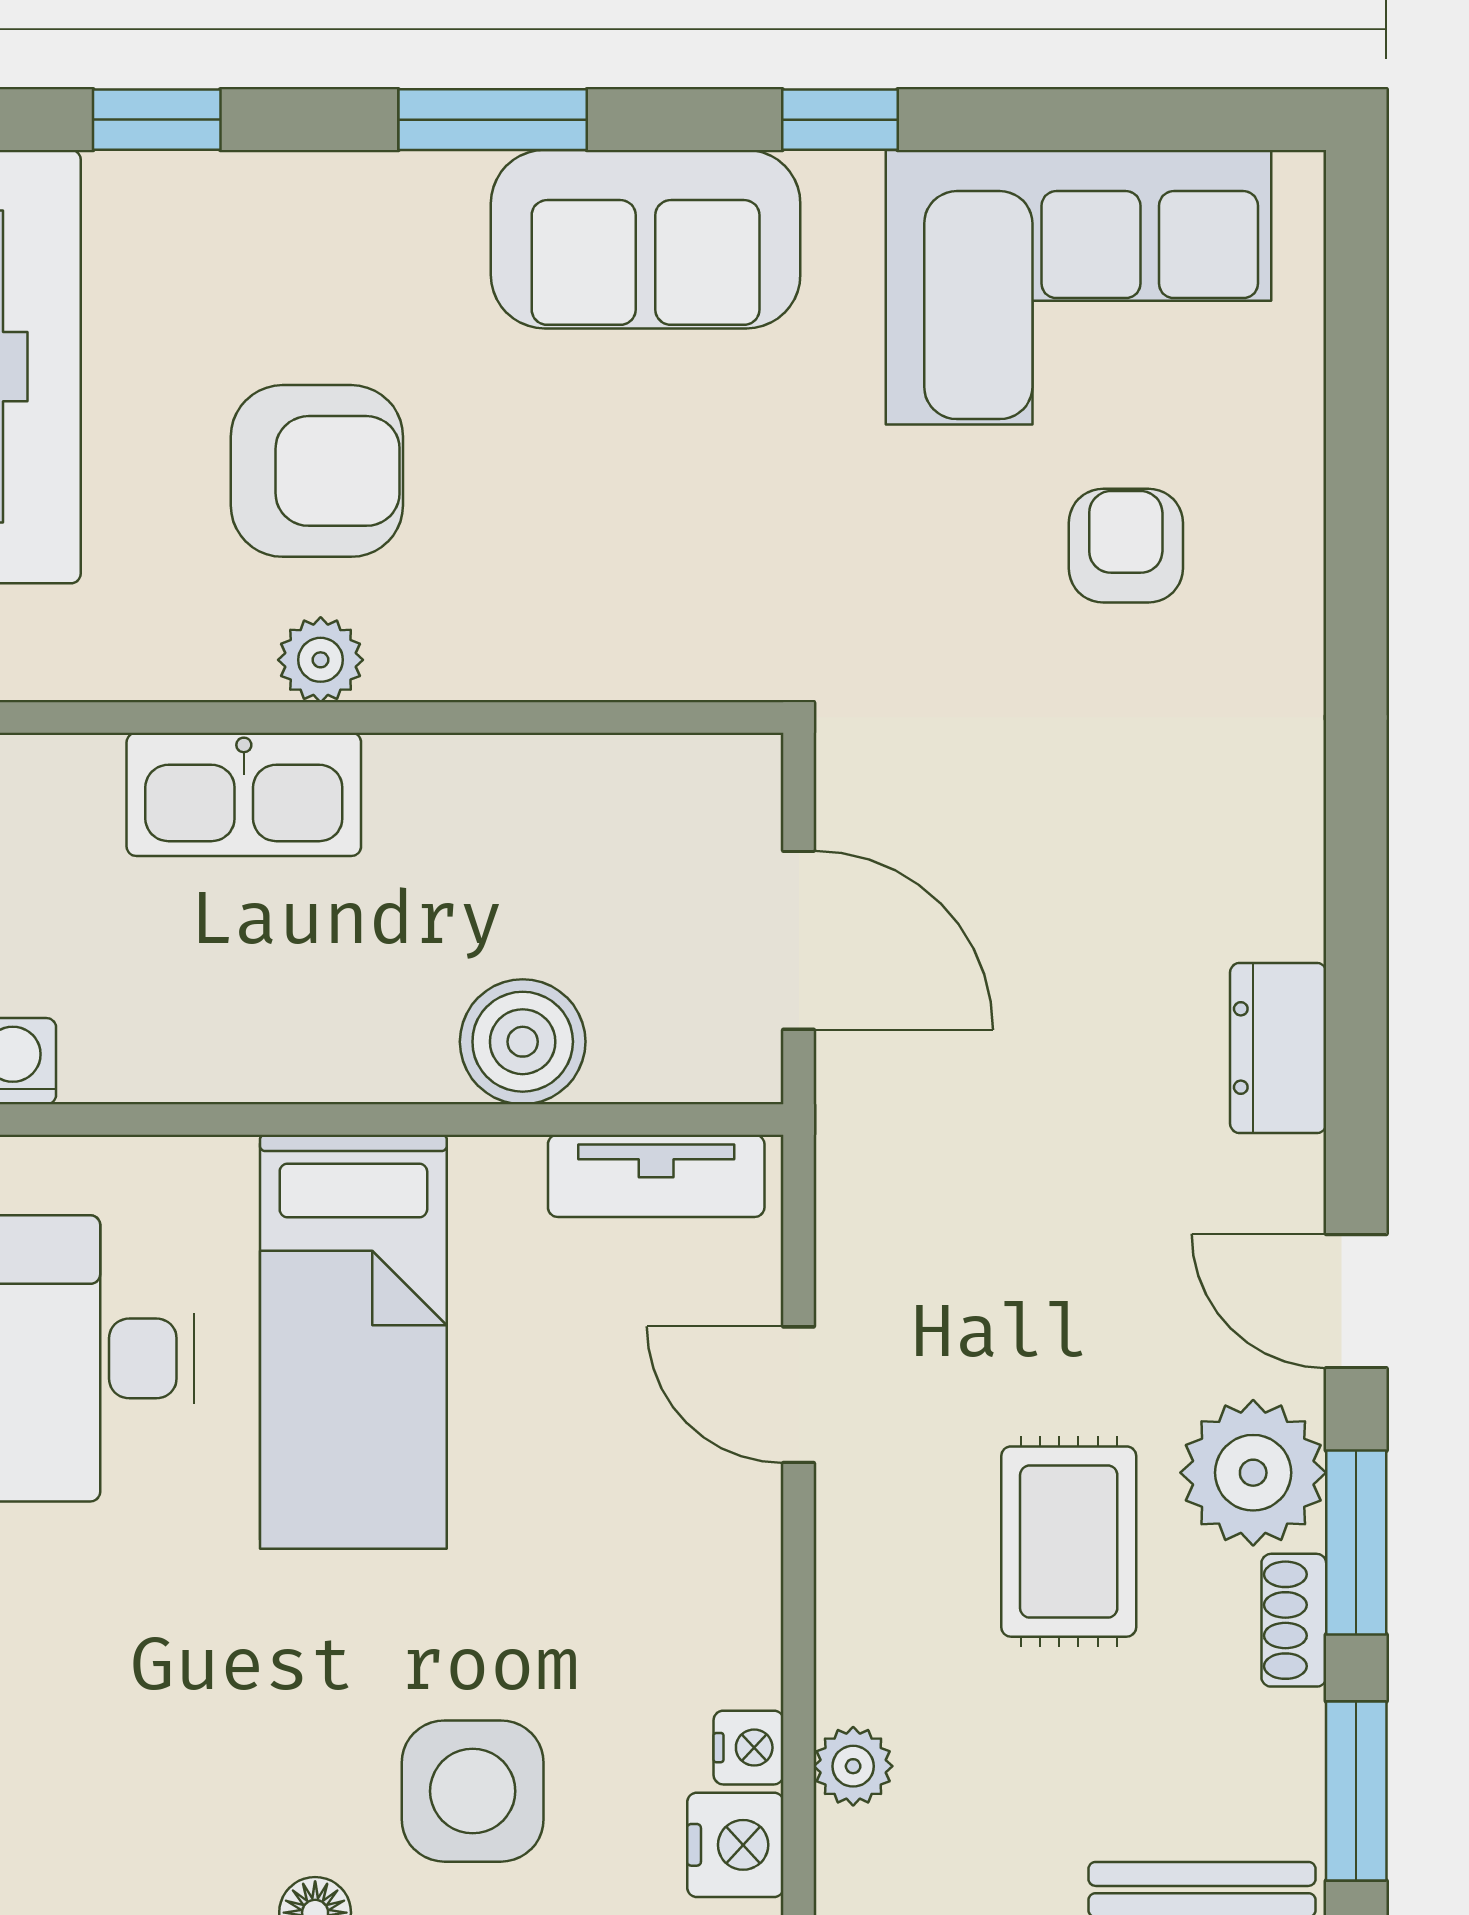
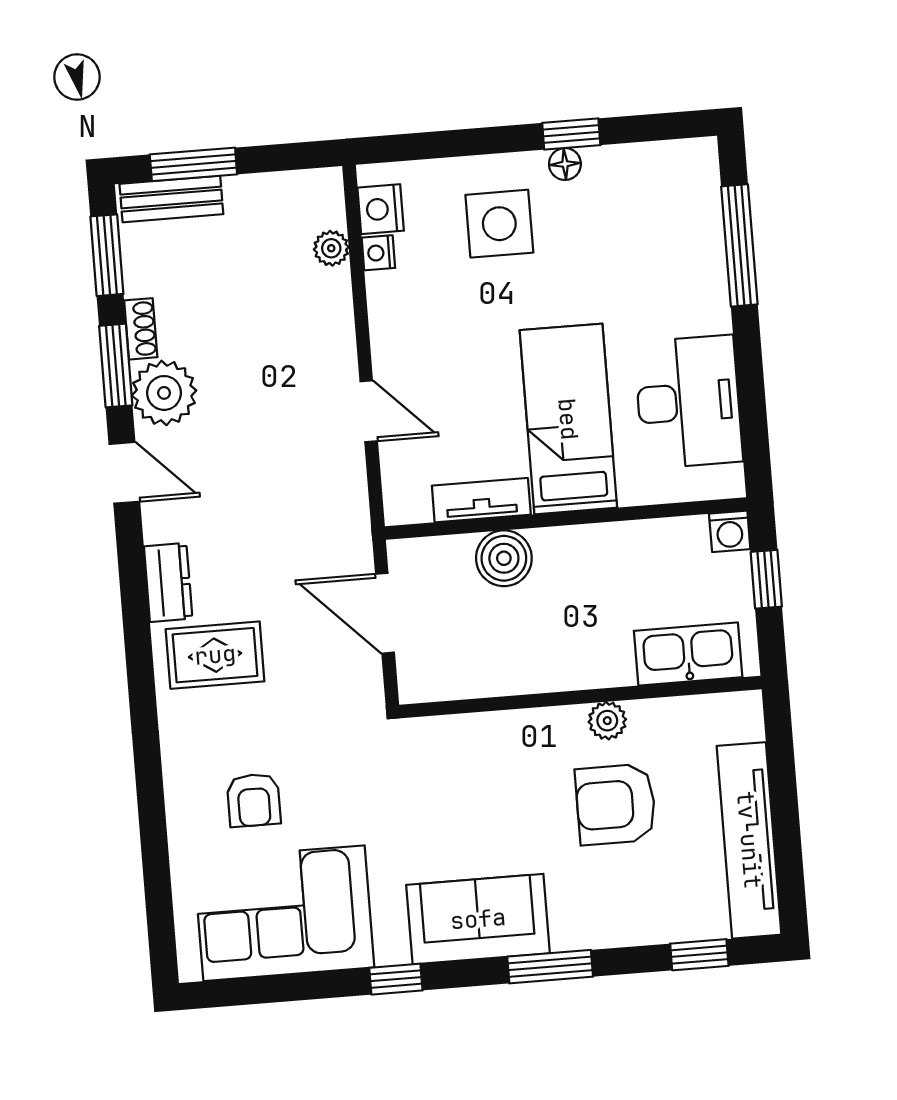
kitchen sink: (244, 794) -> (688, 654), moved
tv unit: (656, 1176) -> (481, 500), moved
rug: (1069, 1542) -> (215, 655), moved, turned 90

